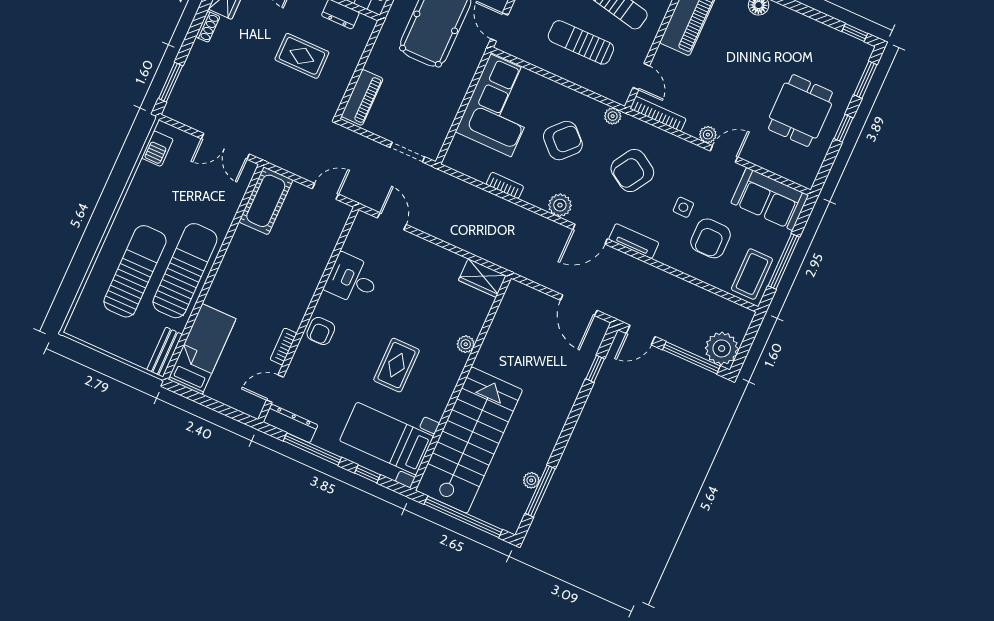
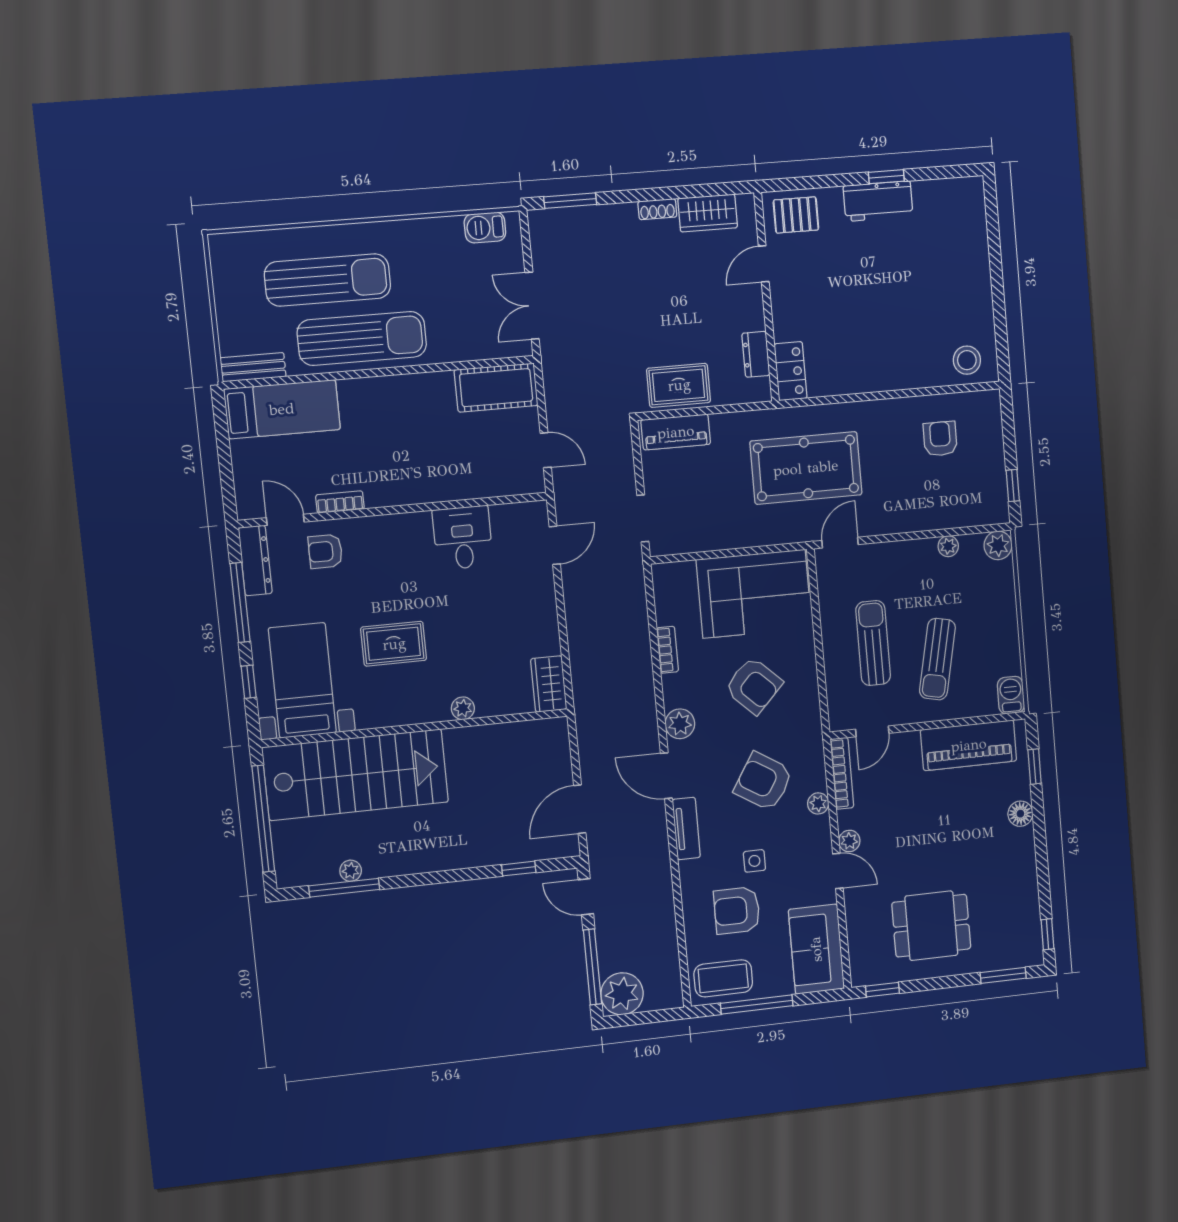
rug: (302, 56) -> (679, 385), moved, turned 90
plant: (613, 116) -> (818, 803), moved
window: (844, 128) -> (882, 990), moved
armchair: (321, 331) -> (325, 551), moved

